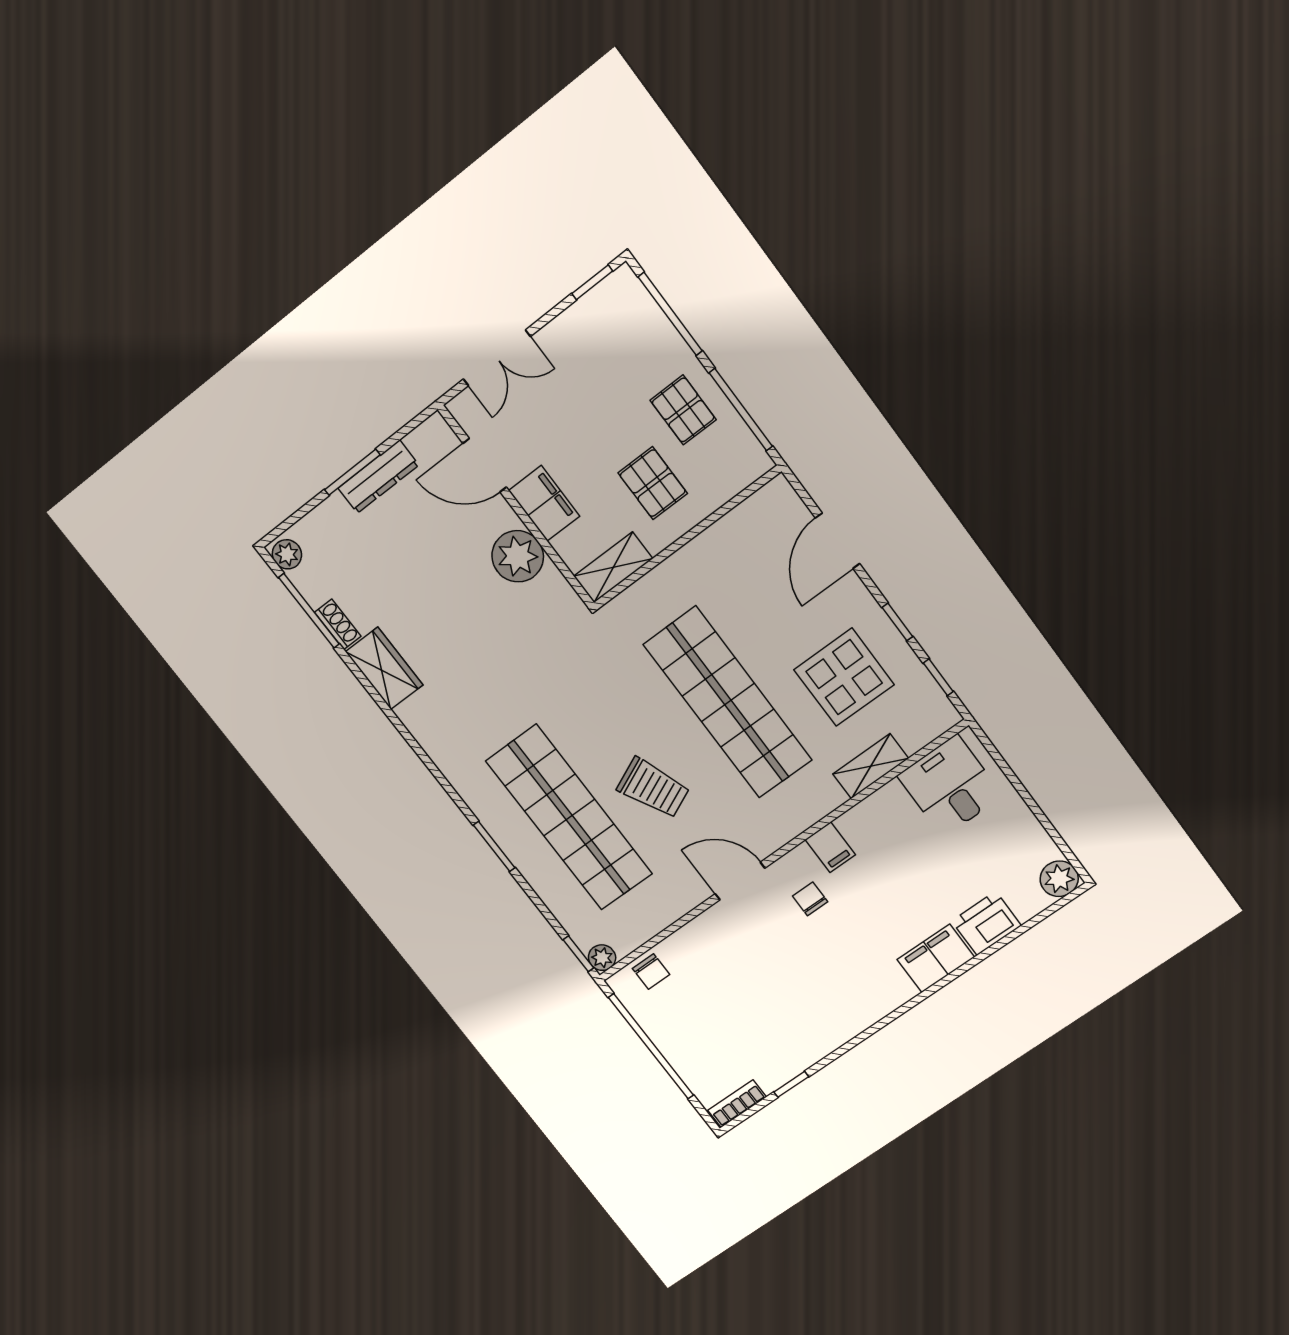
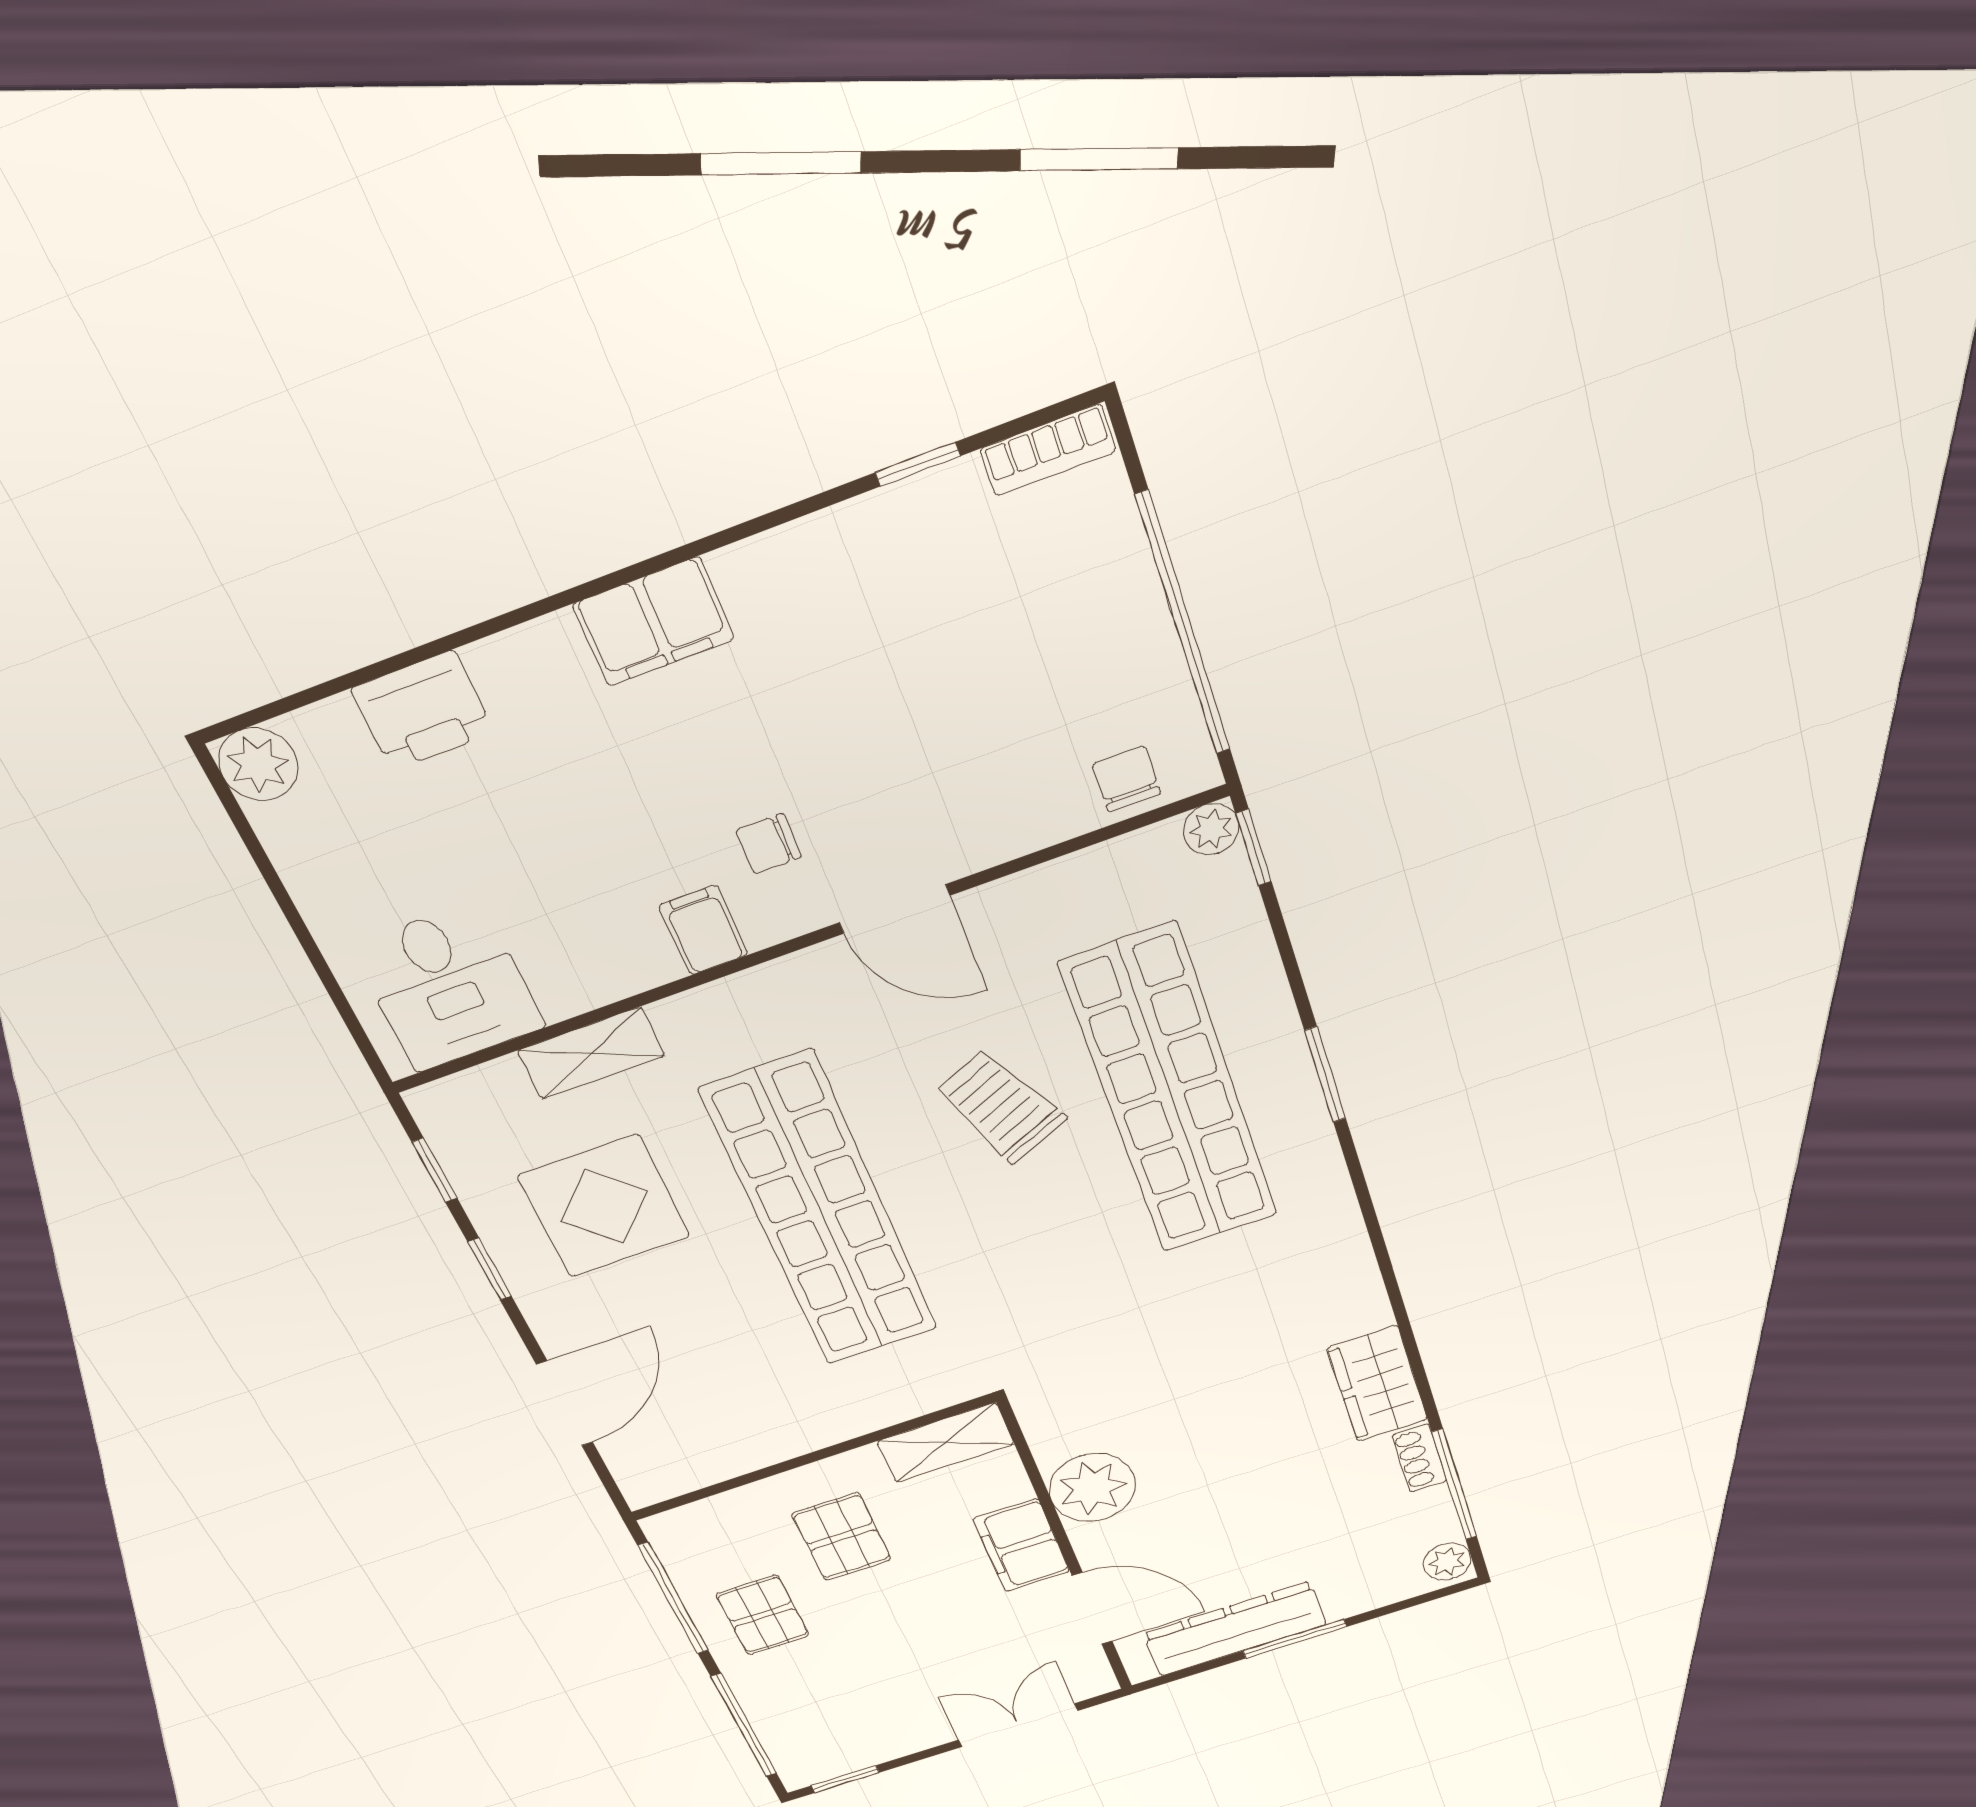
dresser: (378, 477) -> (1235, 1629), width x1.37, depth x1.24
chair: (810, 899) -> (768, 844), turned 90
filing cabinet: (936, 958) -> (654, 622), moved

